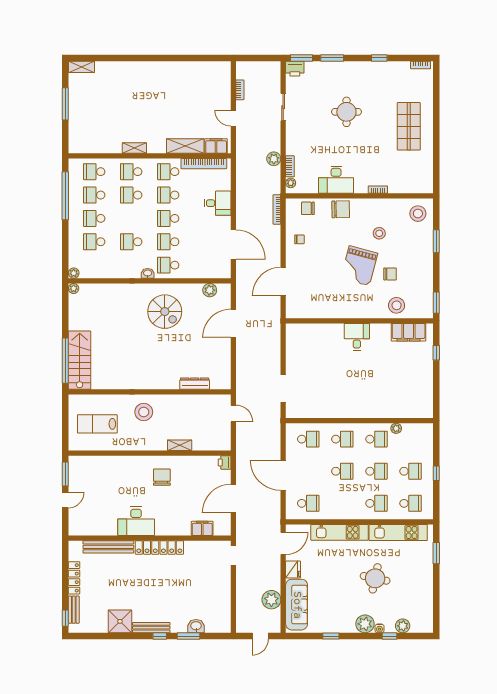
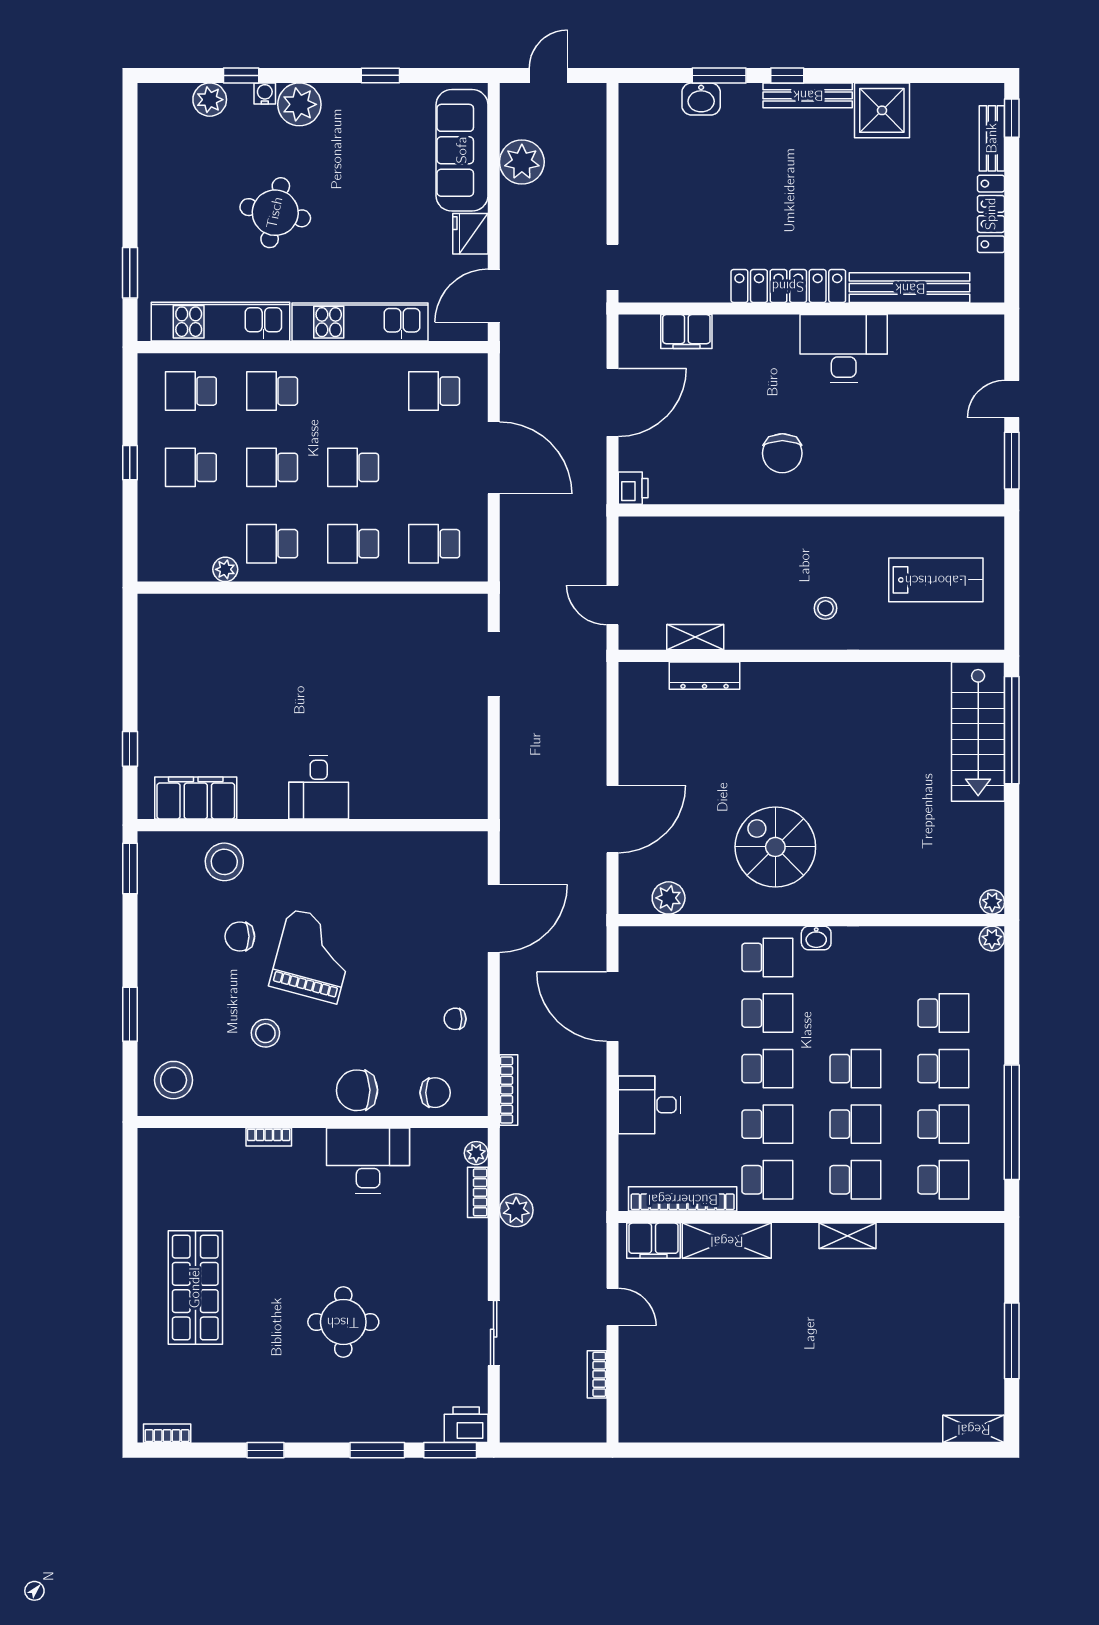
school desk: (131, 242) -> (855, 1069), moved
stool: (144, 412) -> (825, 608), width x0.53, depth x0.53
shelving: (180, 445) -> (695, 637), moved

